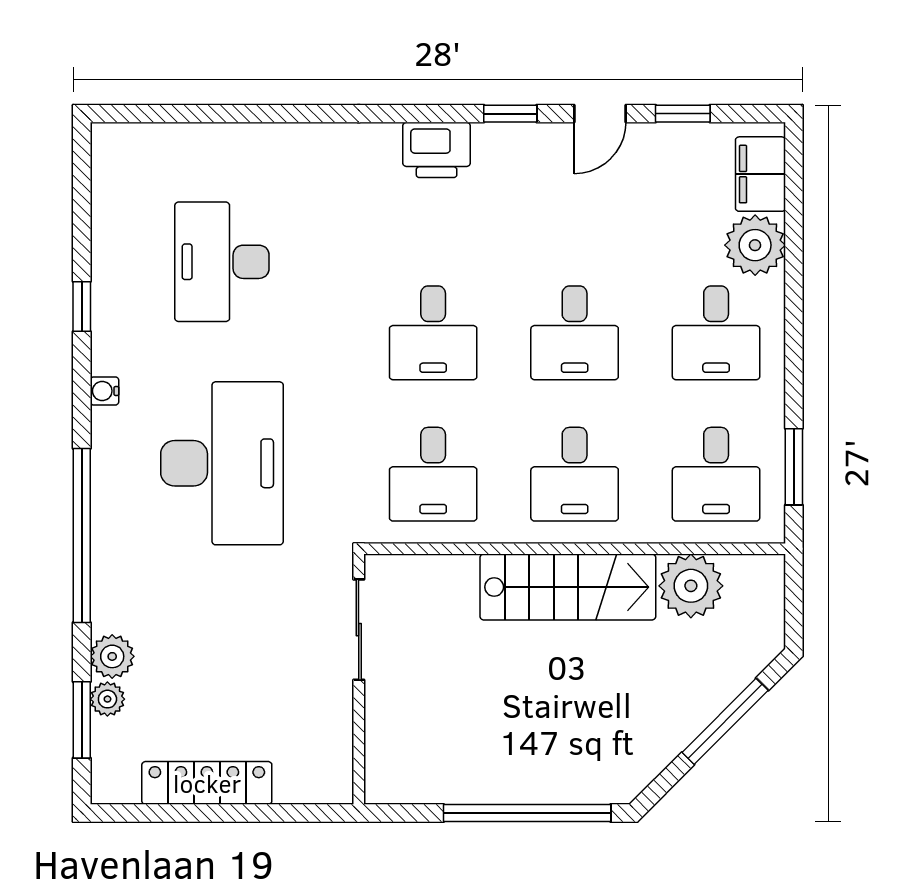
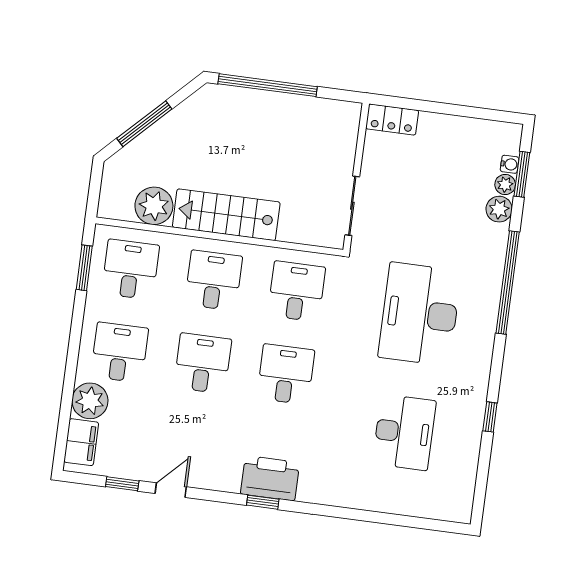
window: (510, 114) -> (263, 502), moved
printer: (437, 150) -> (270, 478), width x1.37, depth x1.19
water cooler: (104, 391) -> (510, 164), moved
locker: (207, 783) -> (392, 120), moved, width x0.66

